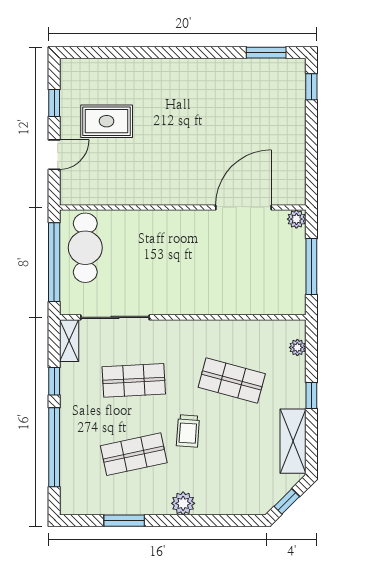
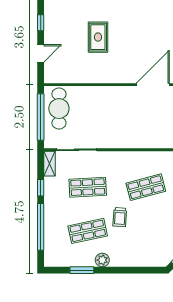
rug: (107, 121) -> (98, 37), moved, turned 90
shop shelf: (232, 380) -> (146, 187), turned -30
plant: (183, 503) -> (102, 260), moved

